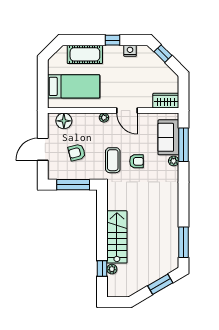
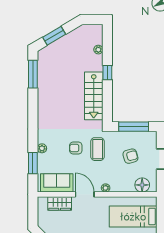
wardrobe: (166, 101) -> (60, 203), moved
sofa: (168, 137) -> (57, 183), moved, turned -90
window: (184, 145) -> (33, 163), width x0.69
stairs: (117, 237) -> (94, 96), moved
window: (102, 269) -> (107, 73), moved

